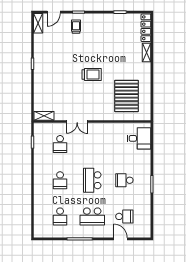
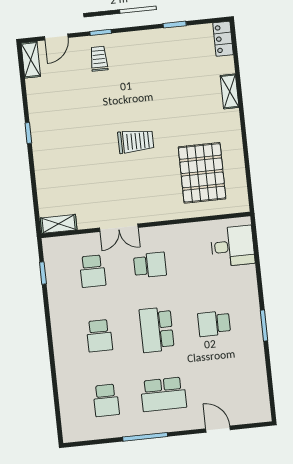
locker: (146, 28) -> (223, 39), width x0.66
school desk: (124, 216) -> (150, 265), moved

